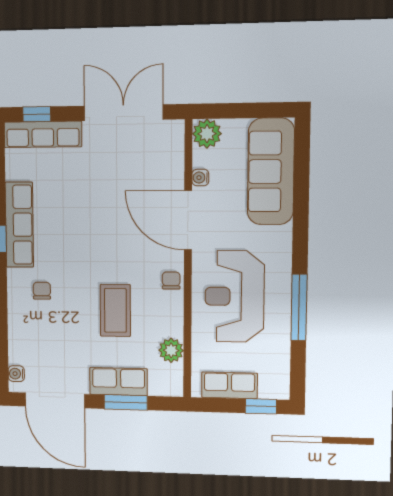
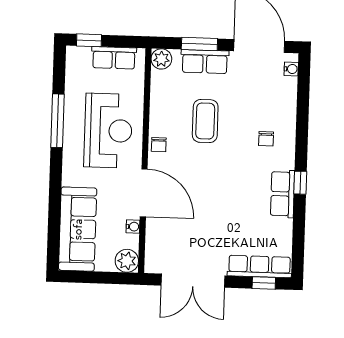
row of seats: (19, 225) -> (283, 194), width x0.68
plant: (171, 350) -> (161, 59), moved

